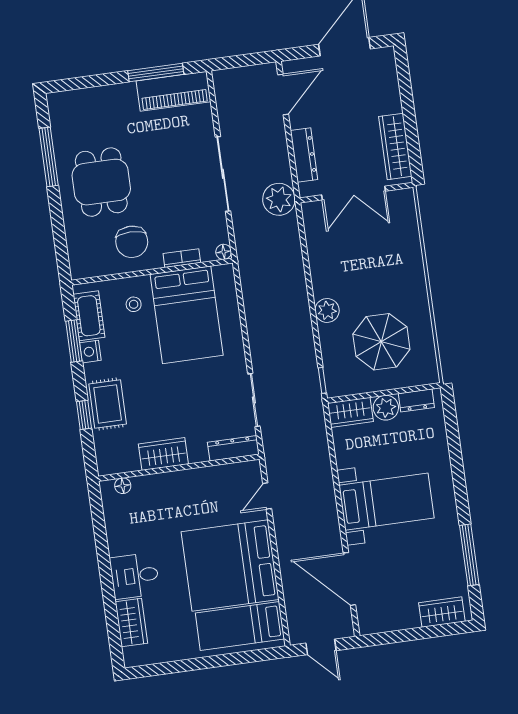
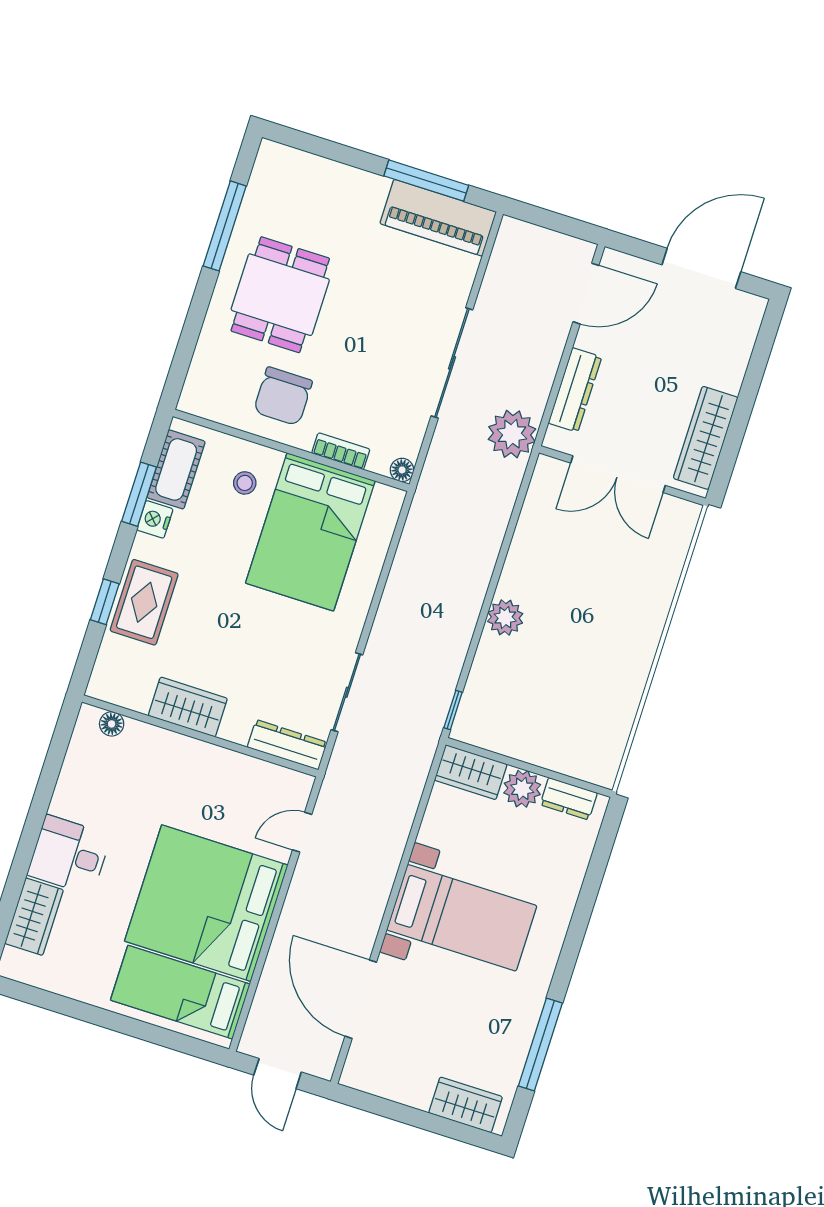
parasol: (381, 342) -> (559, 696), removed

